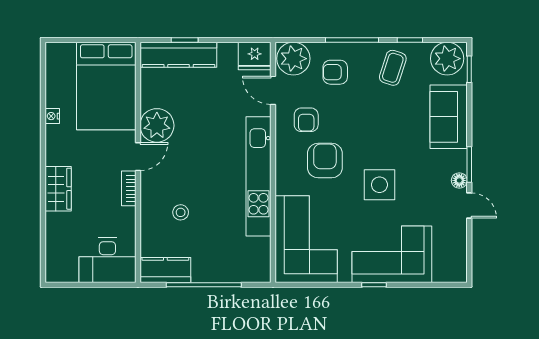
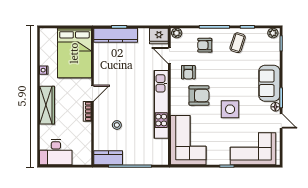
plant: (293, 59) -> (177, 33), width x0.53, depth x0.53
plant: (447, 59) -> (273, 33), width x0.53, depth x0.53
sofa: (449, 117) -> (269, 83), moved
plant: (157, 125) -> (103, 75), removed
armchair: (325, 161) -> (199, 95), turned 90
wardrobe: (58, 189) -> (47, 105), width x1.50
corner sofa: (392, 254) -> (253, 149), moved
desk: (107, 260) -> (56, 152), moved

